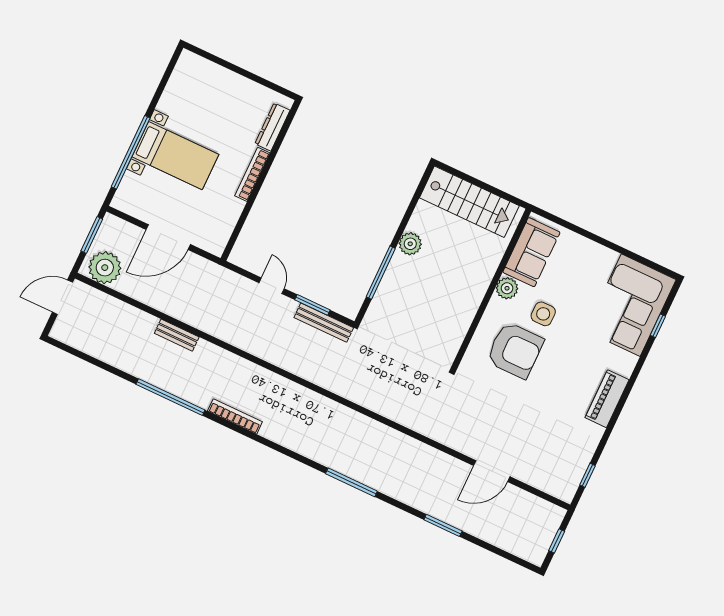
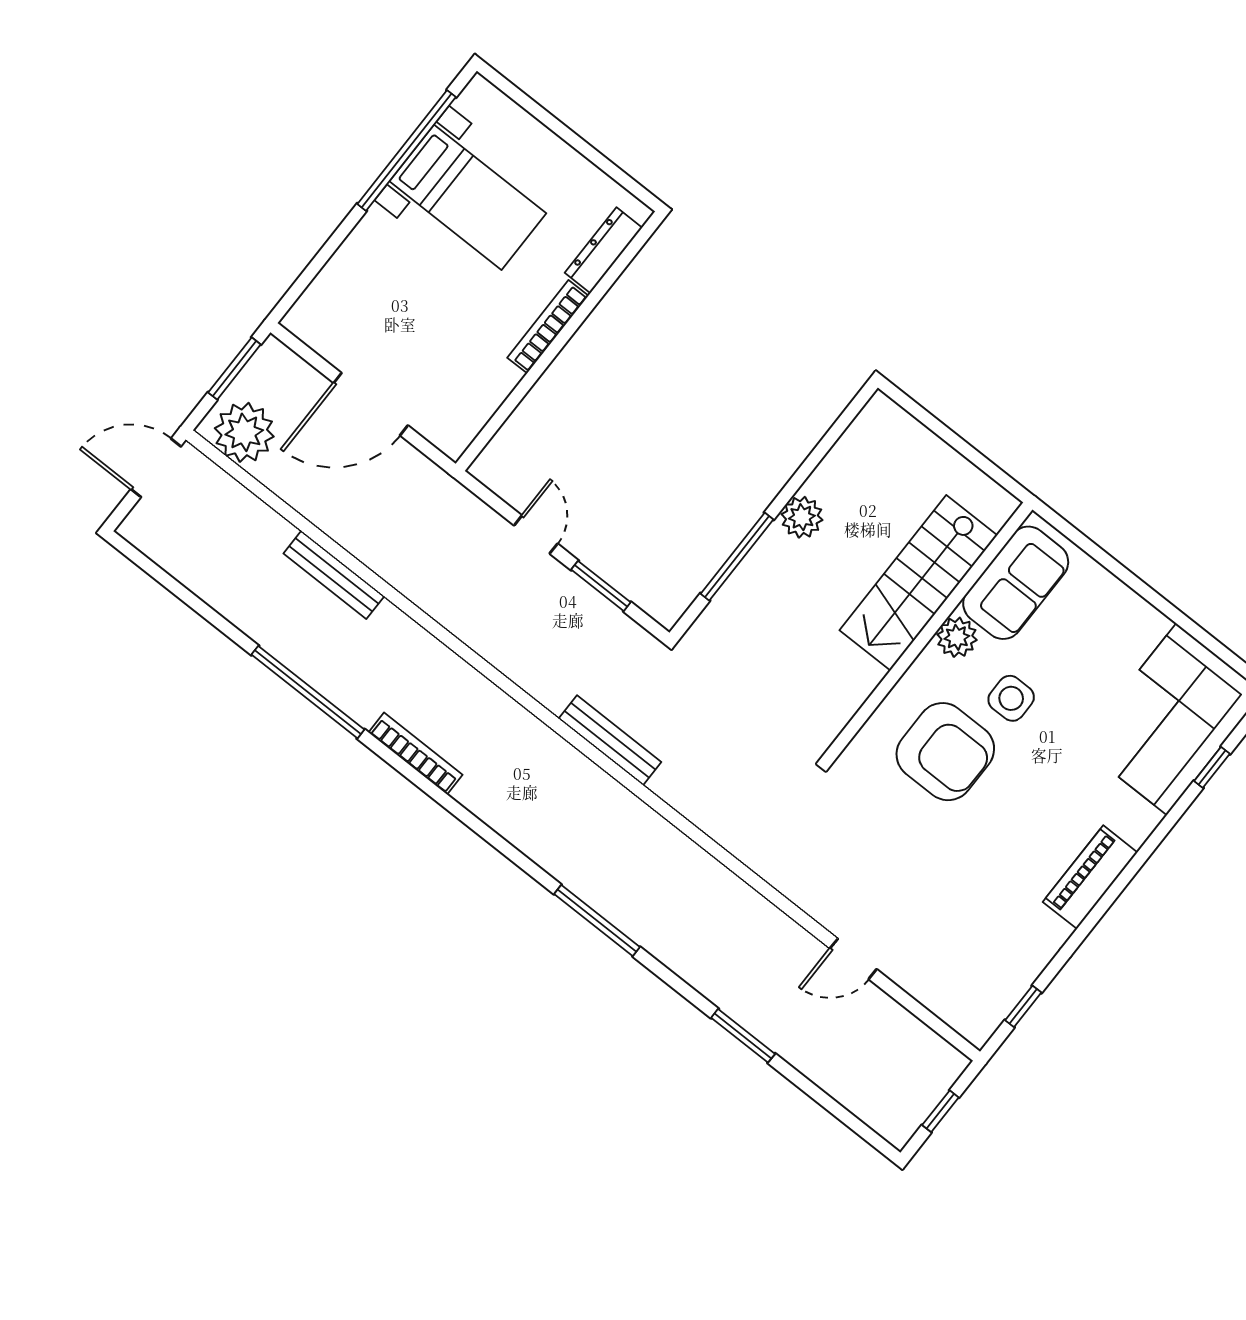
window: (131, 152) -> (407, 150), moved
bed with nightstands: (175, 156) -> (468, 197), moved
stairs: (469, 202) -> (918, 583), moved, turned 90
bench: (324, 323) -> (610, 740), moved
bench: (177, 335) -> (334, 575), width x1.36
door: (492, 471) -> (853, 959), width x0.73

